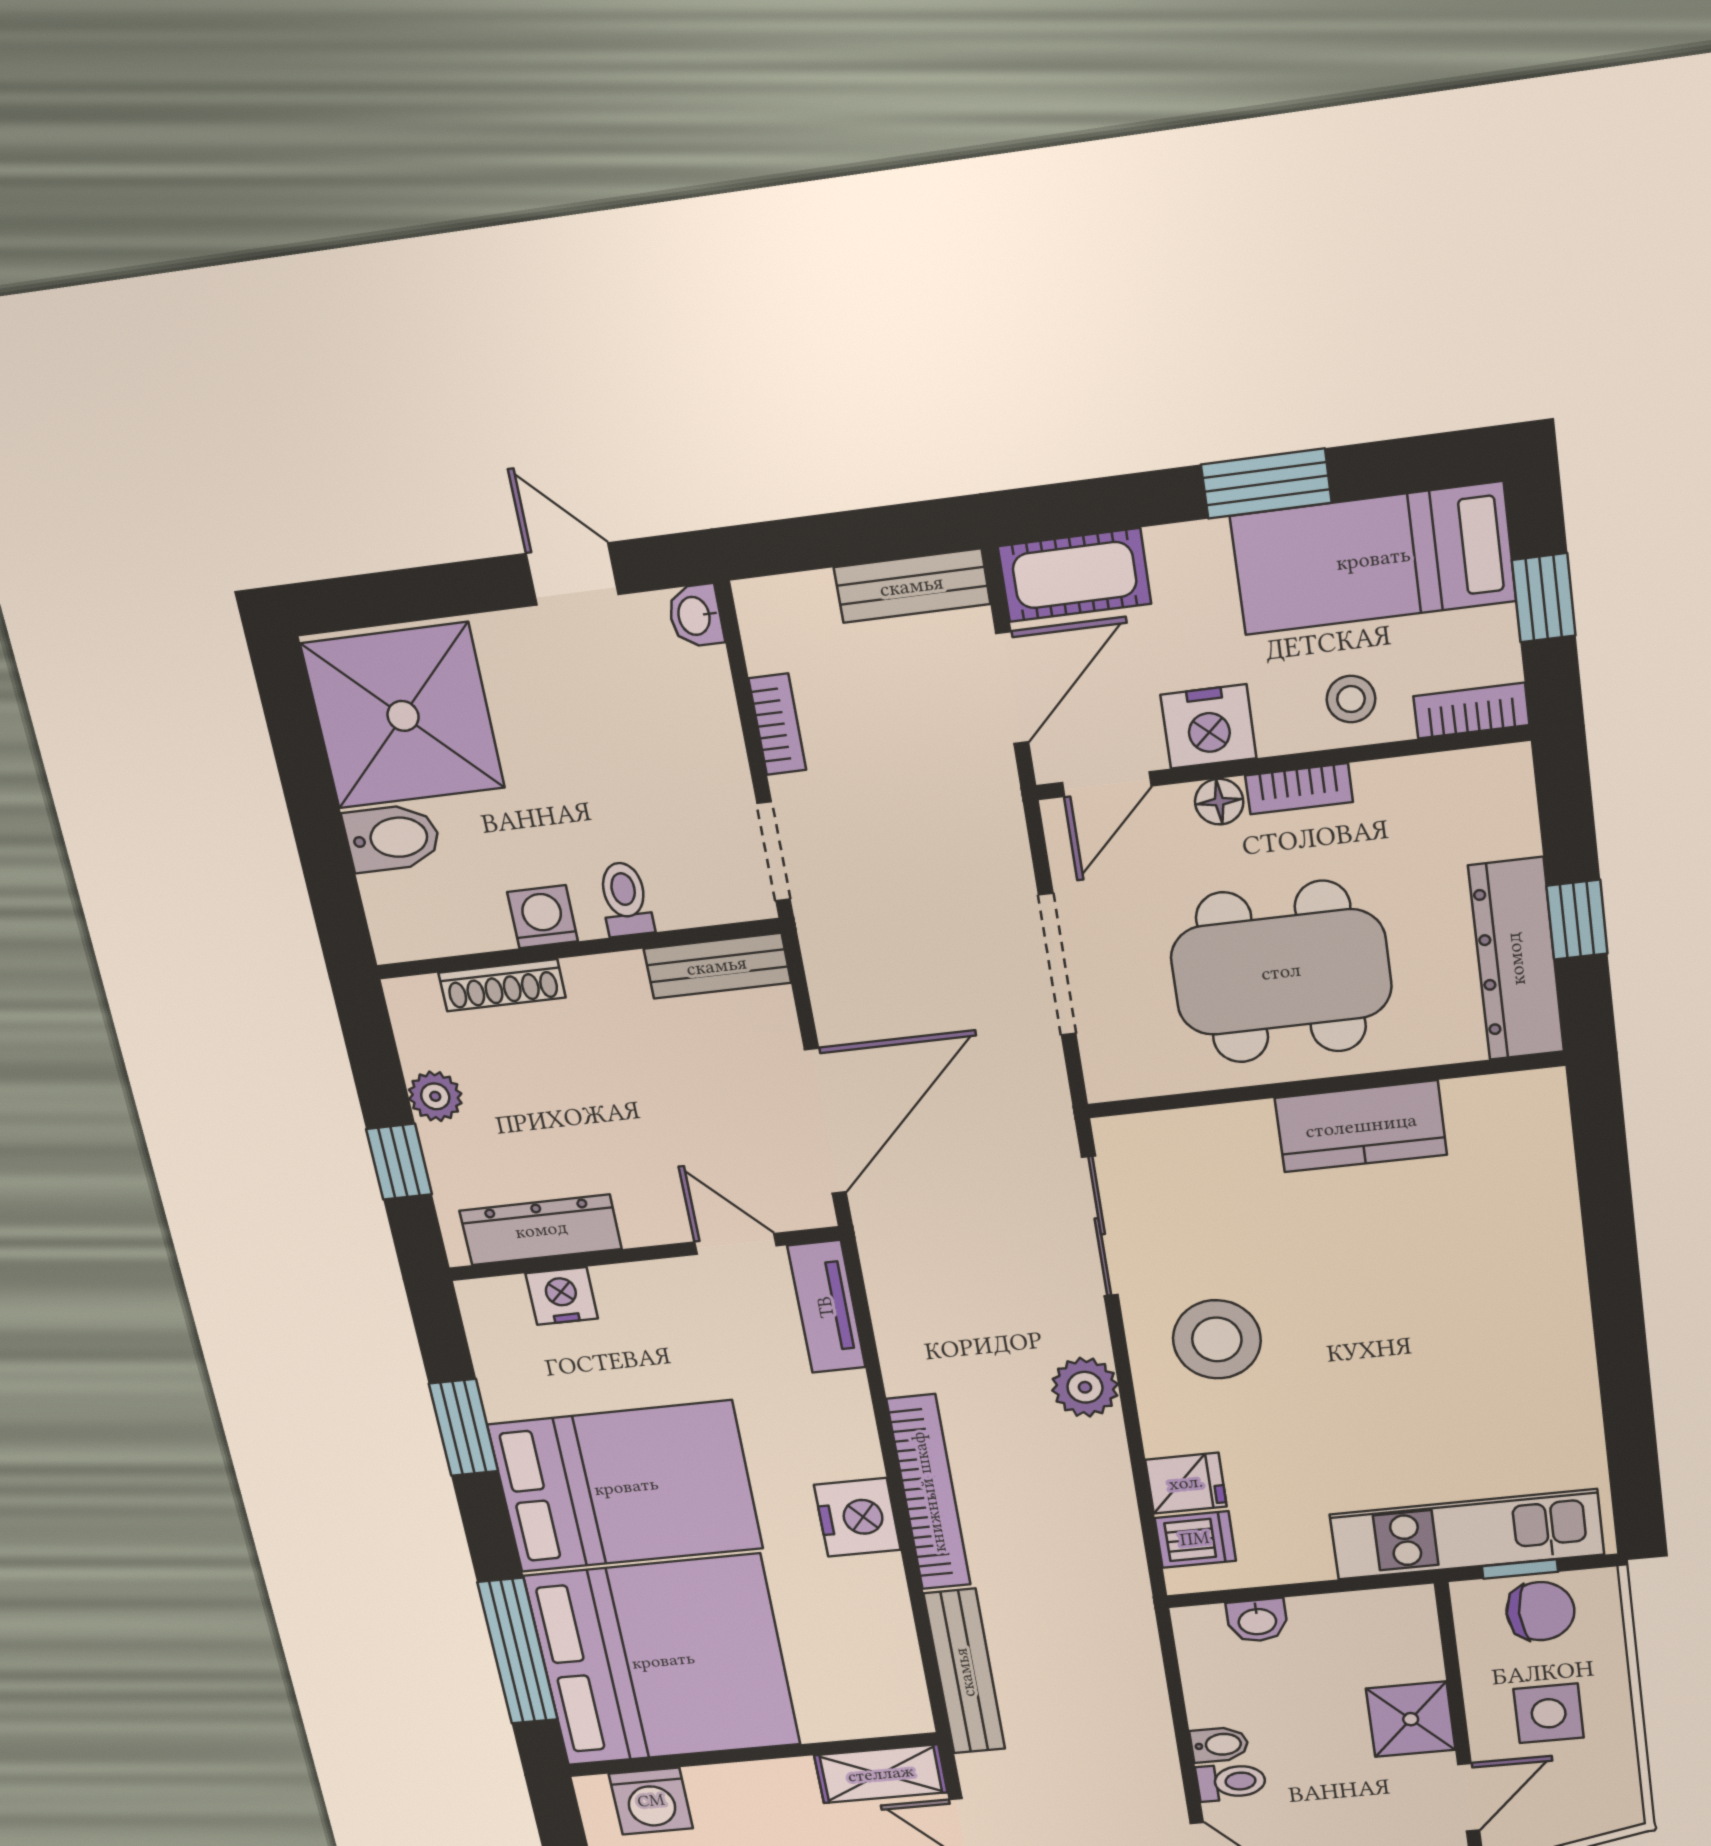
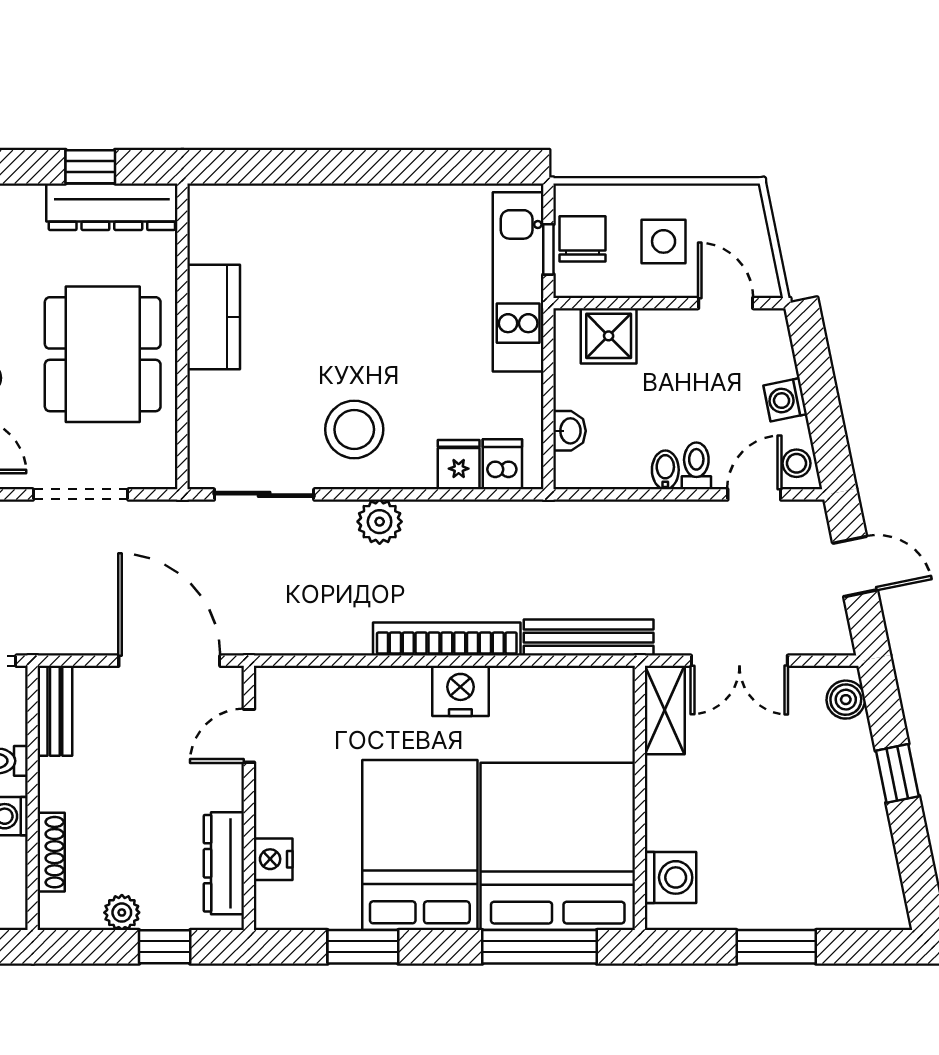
tv unit: (826, 1307) -> (301, 684), removed
shower: (1411, 1719) -> (609, 336), moved

